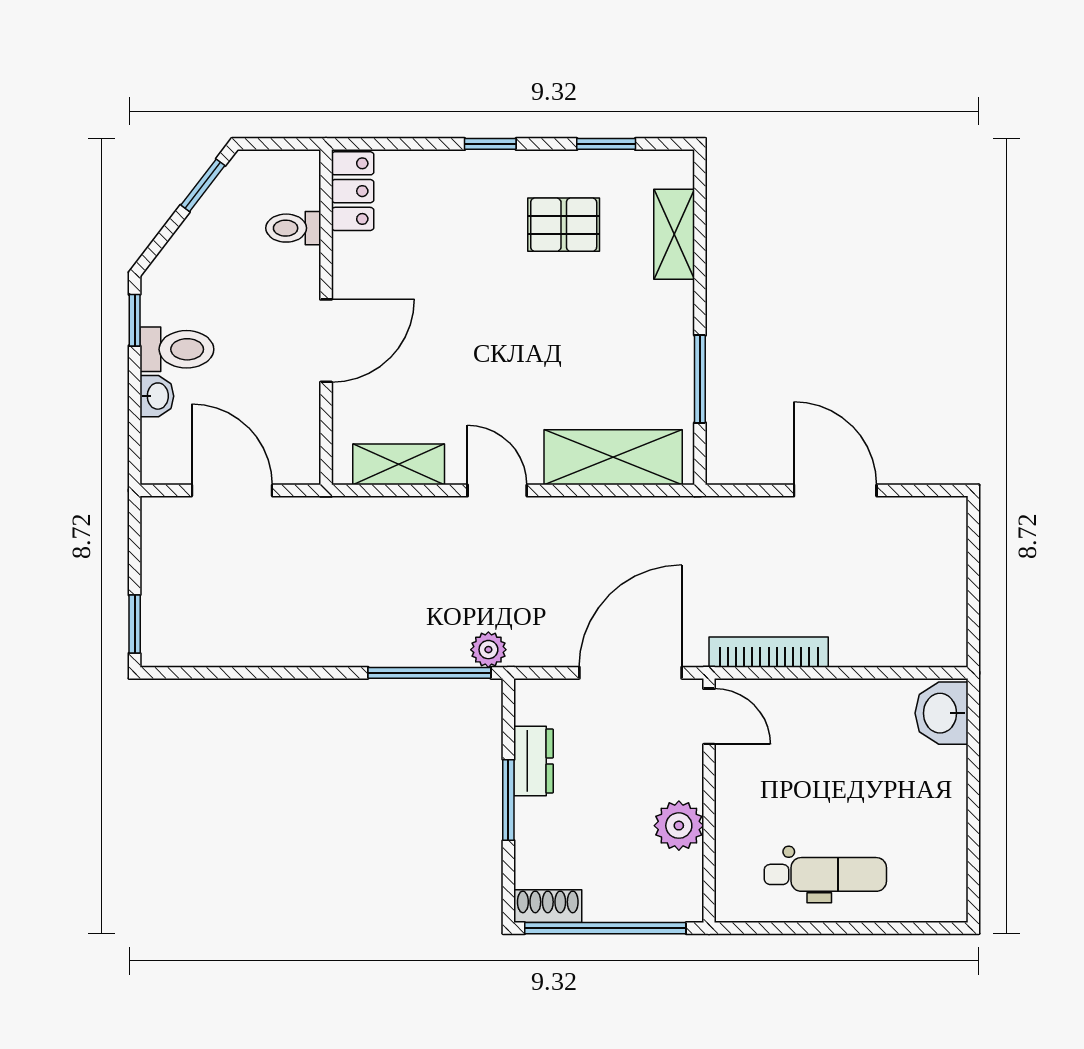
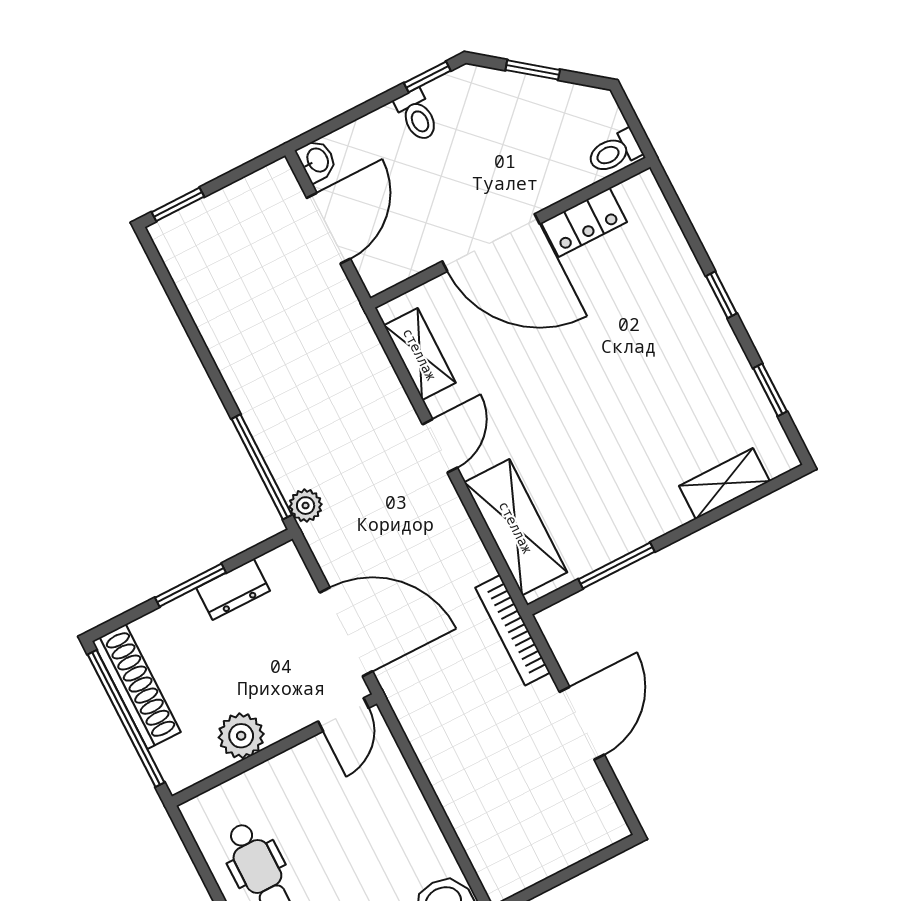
window: (203, 185) -> (533, 70), moved
locker: (353, 191) -> (584, 222), moved
pallet: (564, 225) -> (686, 389), removed
toilet: (293, 228) -> (614, 152), moved, turned -90
door: (326, 341) -> (491, 243), width x1.36
toilet: (177, 349) -> (417, 115), width x0.73, depth x0.72
washbasin: (157, 396) -> (317, 160), moved, turned -90
bookcase: (769, 652) -> (513, 630), moved, turned 180
shoe rack: (548, 906) -> (137, 687), width x1.94, depth x1.24

